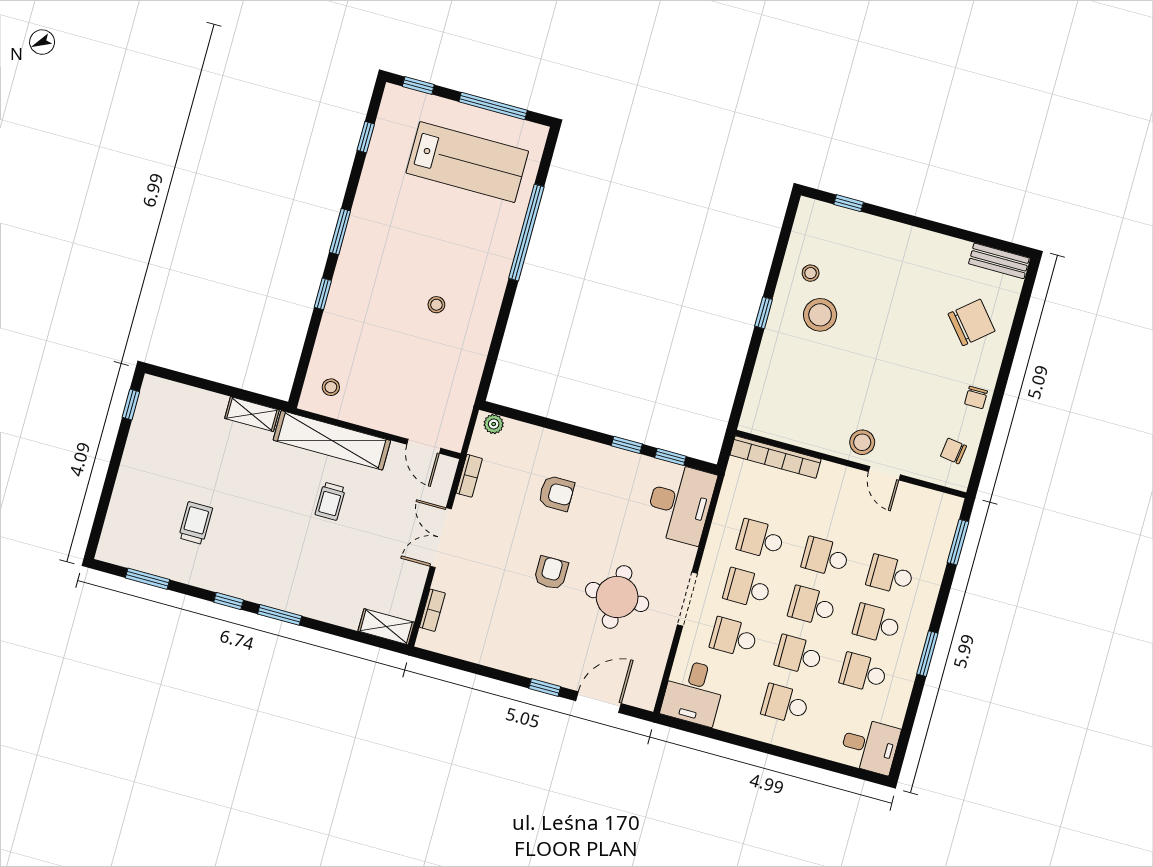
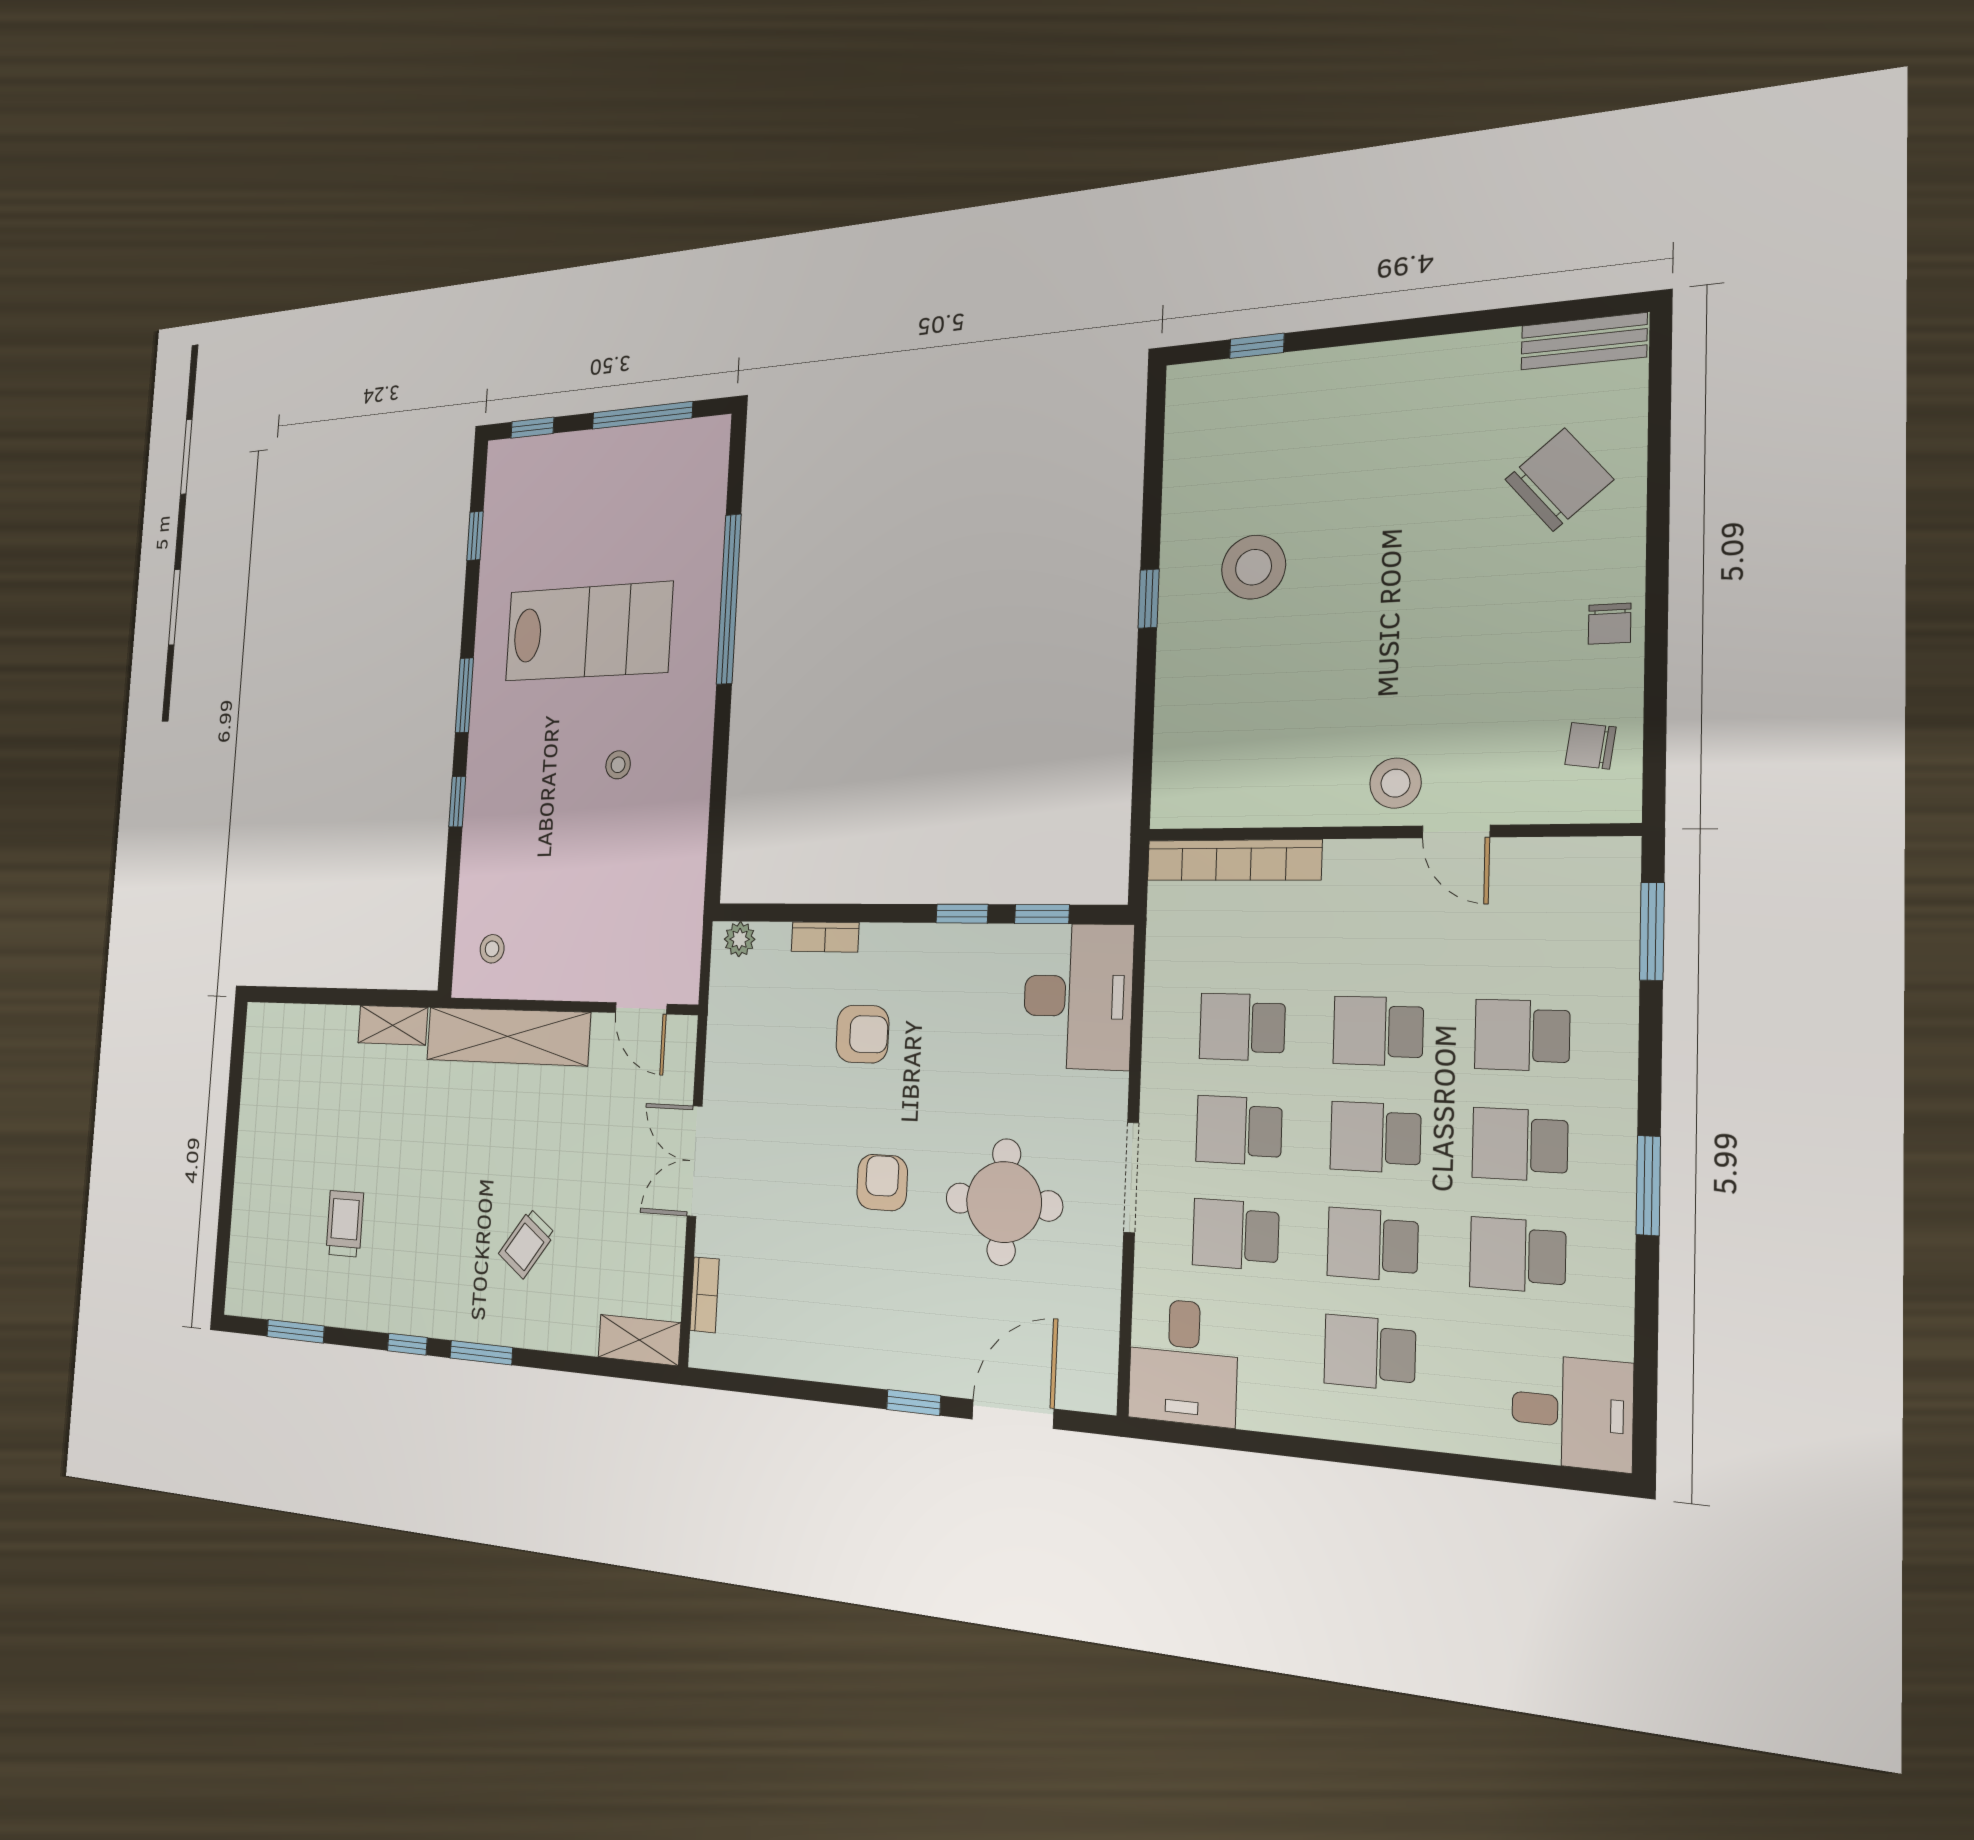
lab bench: (467, 162) -> (588, 632), moved
stool: (811, 273) -> (1217, 497), removed
window: (131, 405) -> (237, 1056), removed
bookcase: (469, 476) -> (825, 937), moved, turned 90
trolley: (330, 501) -> (527, 1244), moved, turned 36

